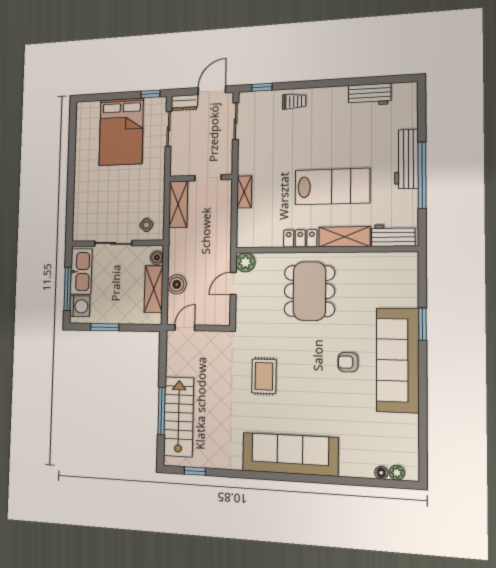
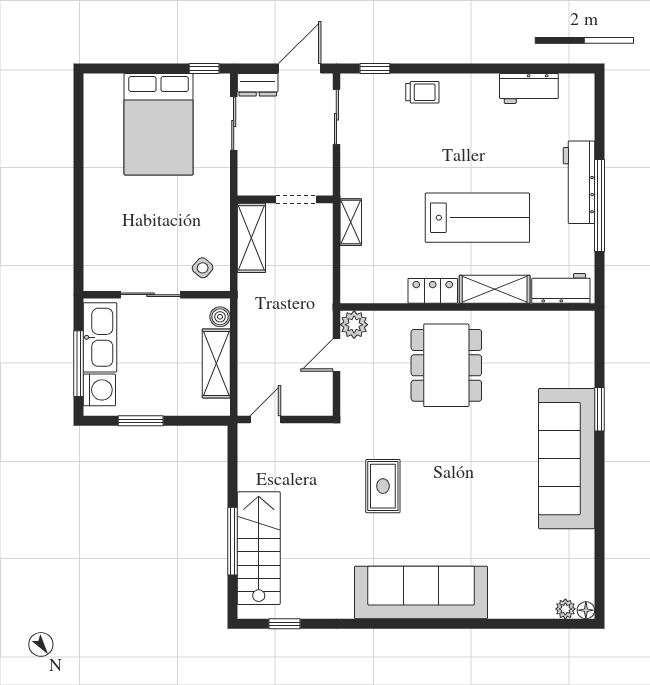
boiler: (177, 284) -> (252, 356), removed
armchair: (348, 362) -> (500, 463), removed
floor lamp: (381, 473) -> (586, 610), moved

